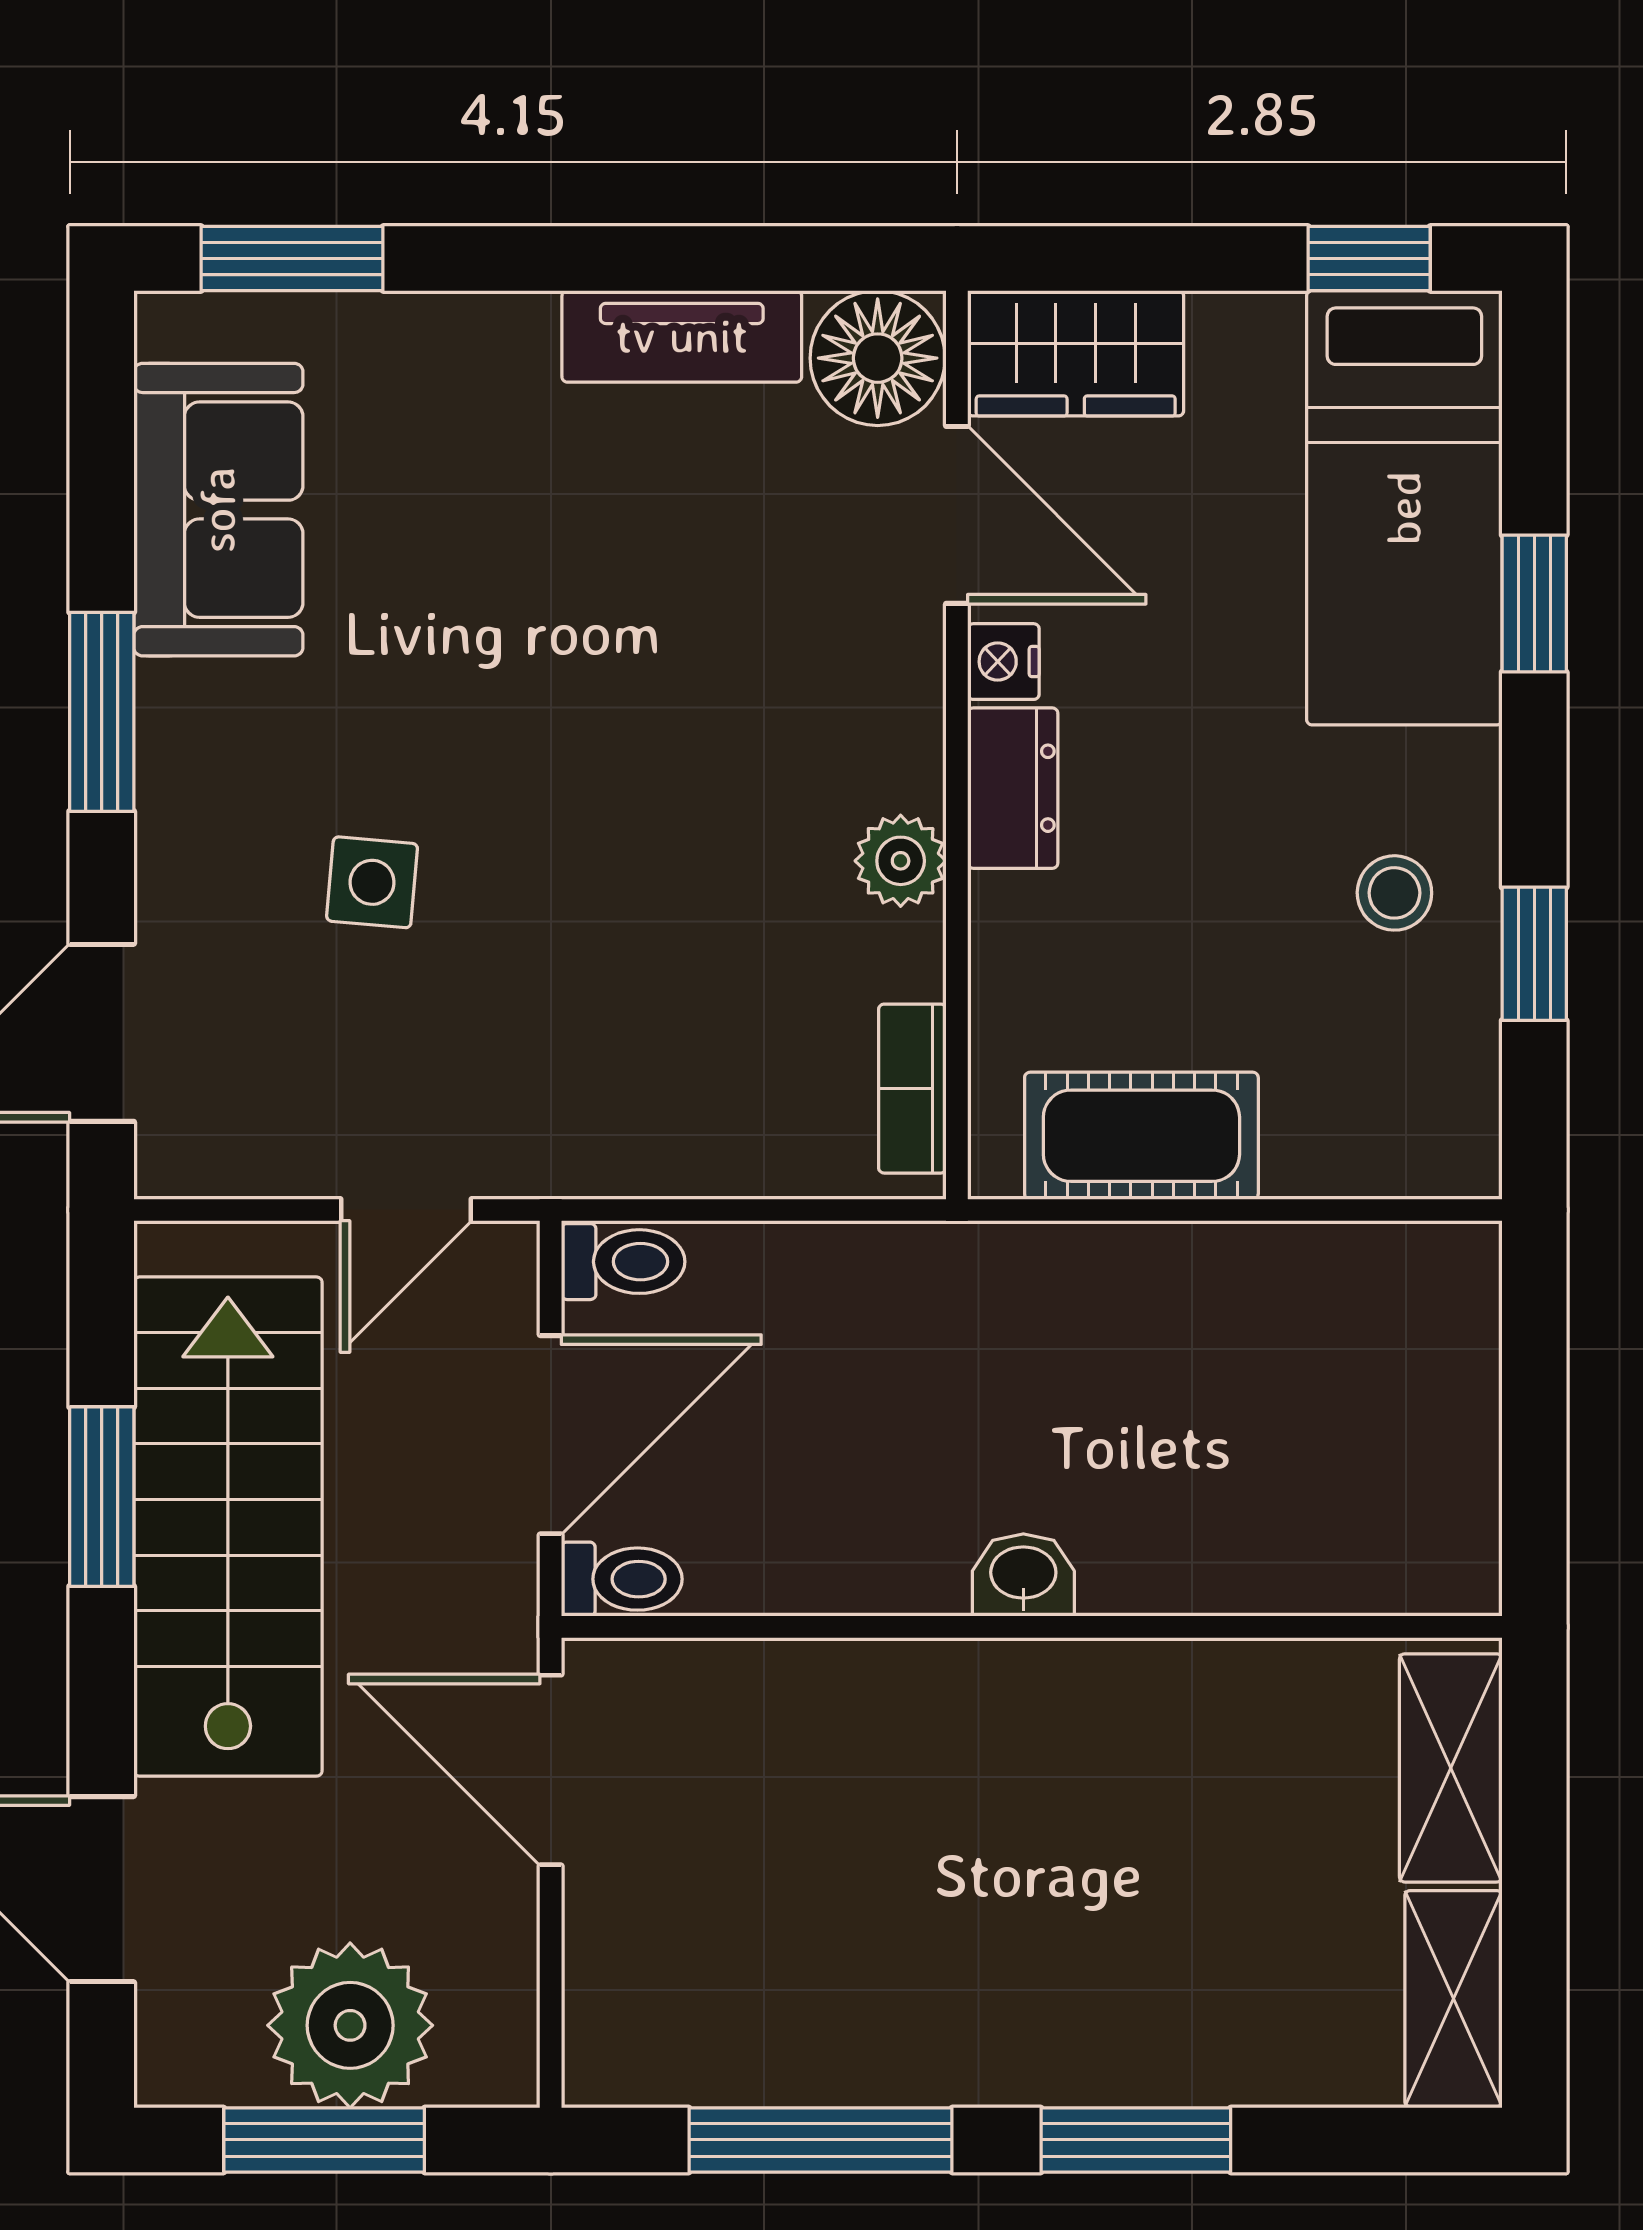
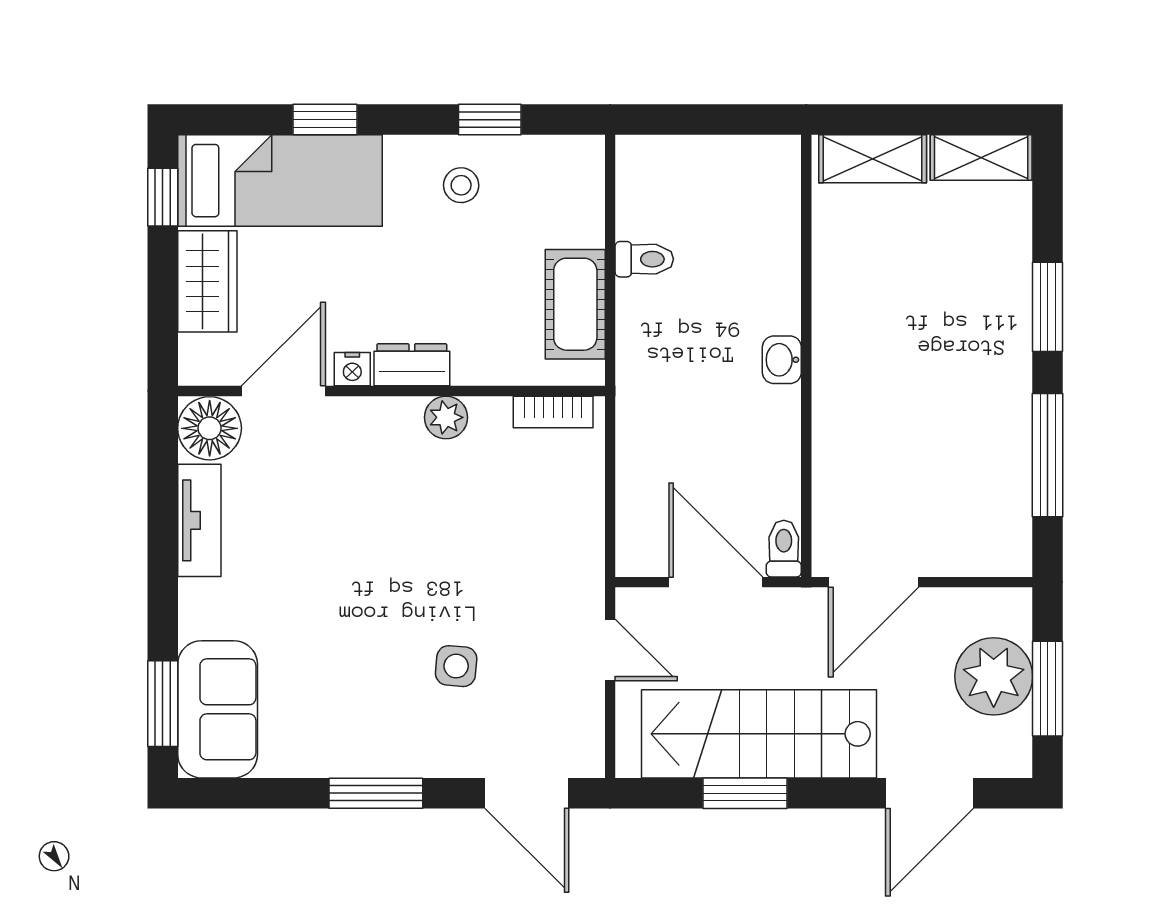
wardrobe: (1076, 353) -> (207, 281), moved
sofa: (218, 510) -> (218, 709), moved, turned 90
toilet: (623, 1262) -> (644, 259), moved, turned 90

